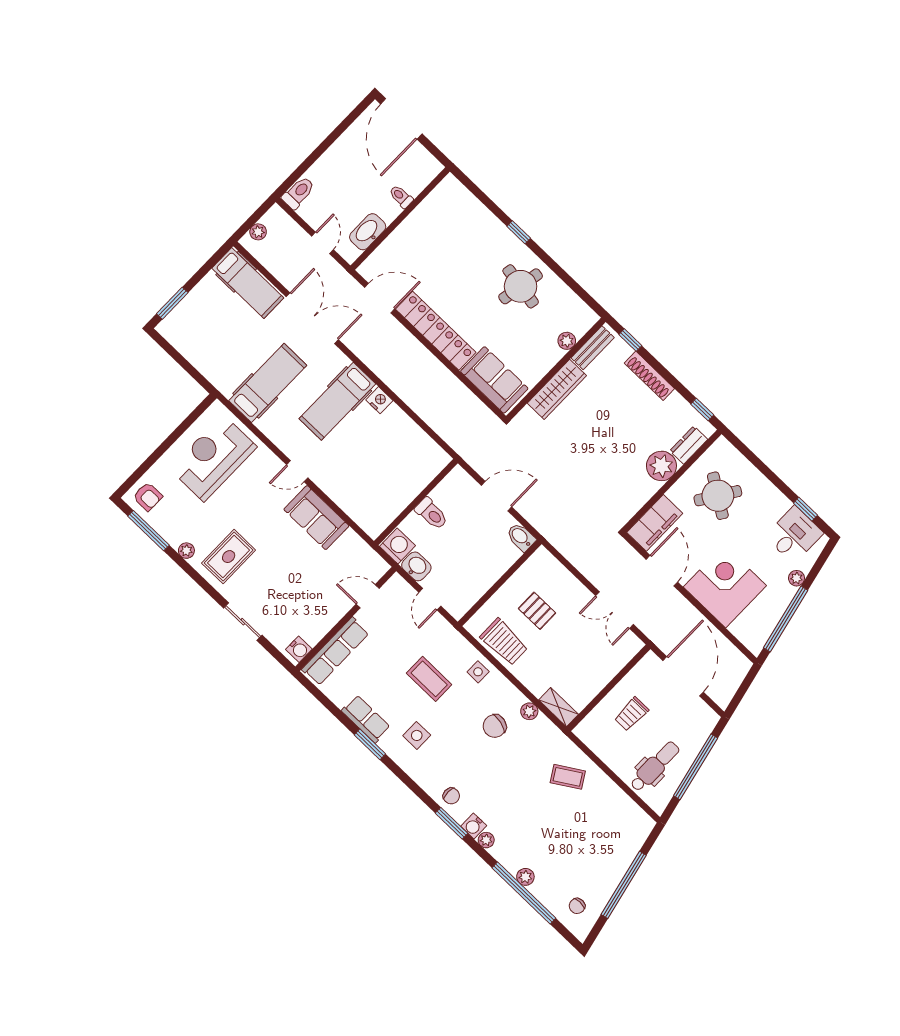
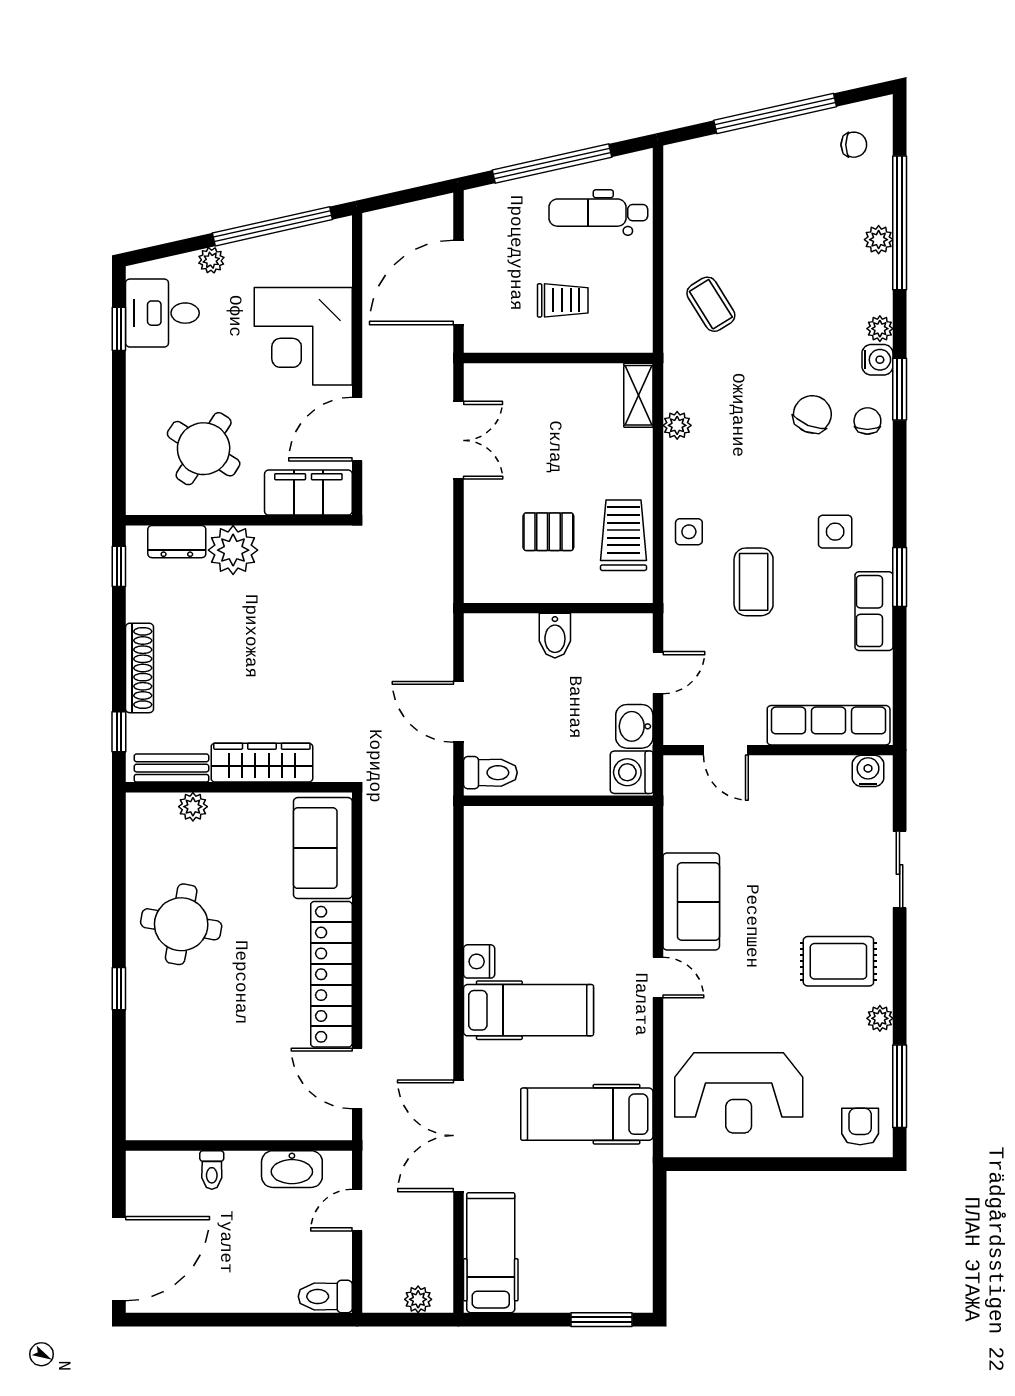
toilet: (432, 514) -> (490, 773), moved, turned 90
bidet: (521, 537) -> (555, 636), moved
pallet: (537, 611) -> (548, 532), turned 90
chair: (495, 726) -> (812, 414), moved, turned -81

